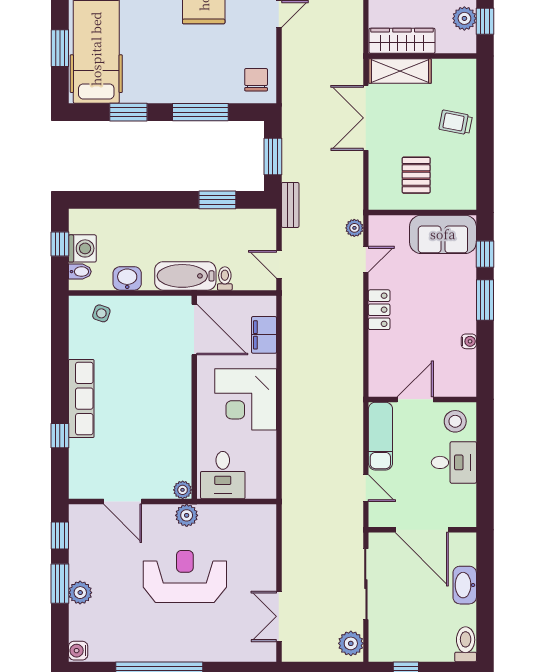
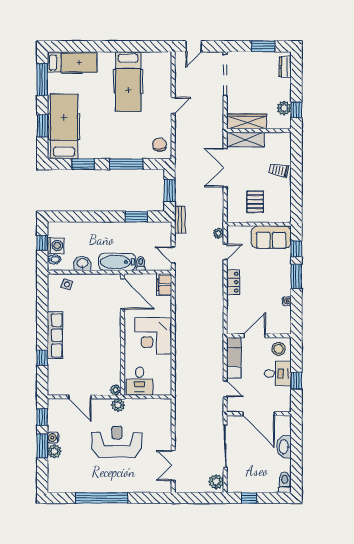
filing cabinet: (264, 335) -> (164, 285), moved
window: (485, 474) -> (296, 381), added
water cooler: (78, 651) -> (53, 438), moved

